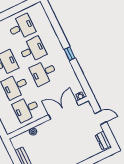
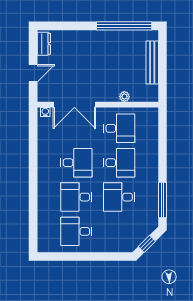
window: (70, 54) -> (33, 170), removed
door: (101, 118) -> (33, 73), swing flipped

